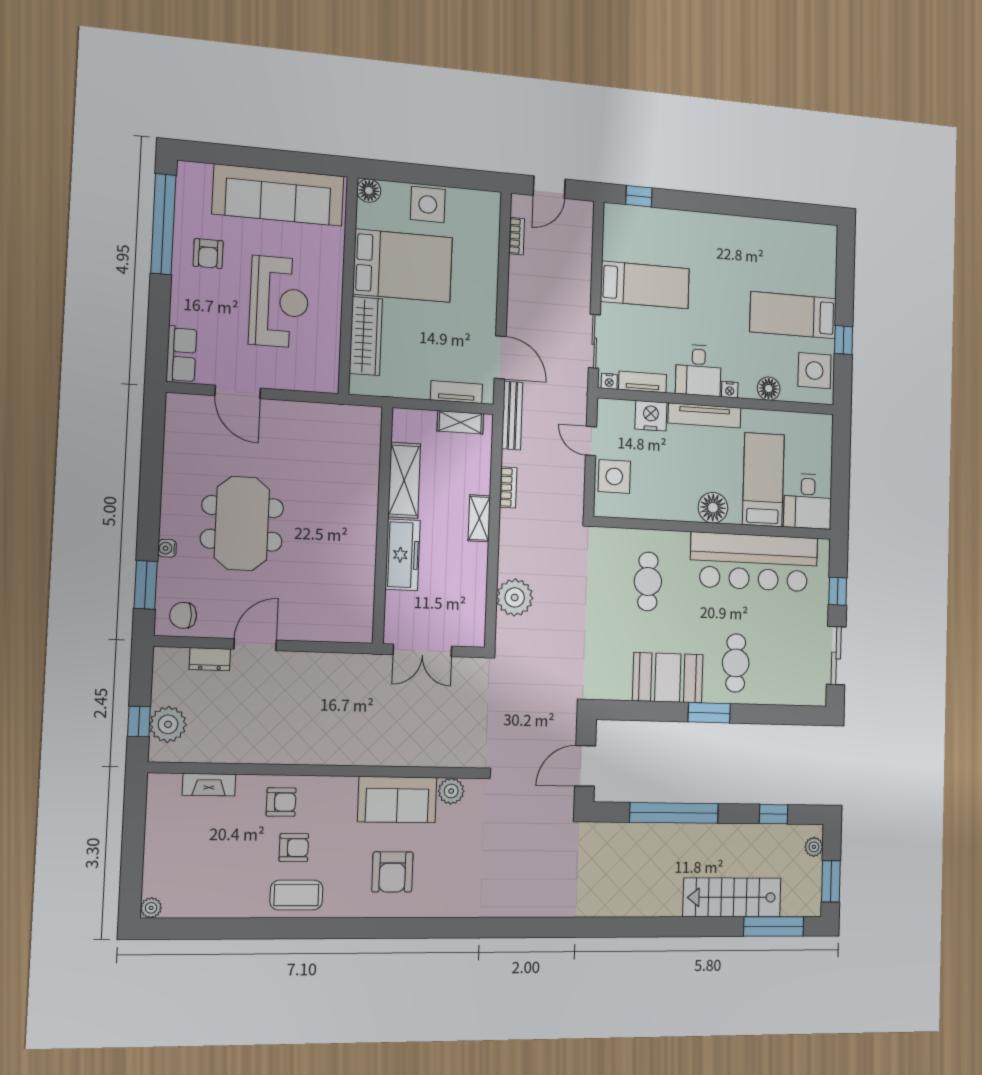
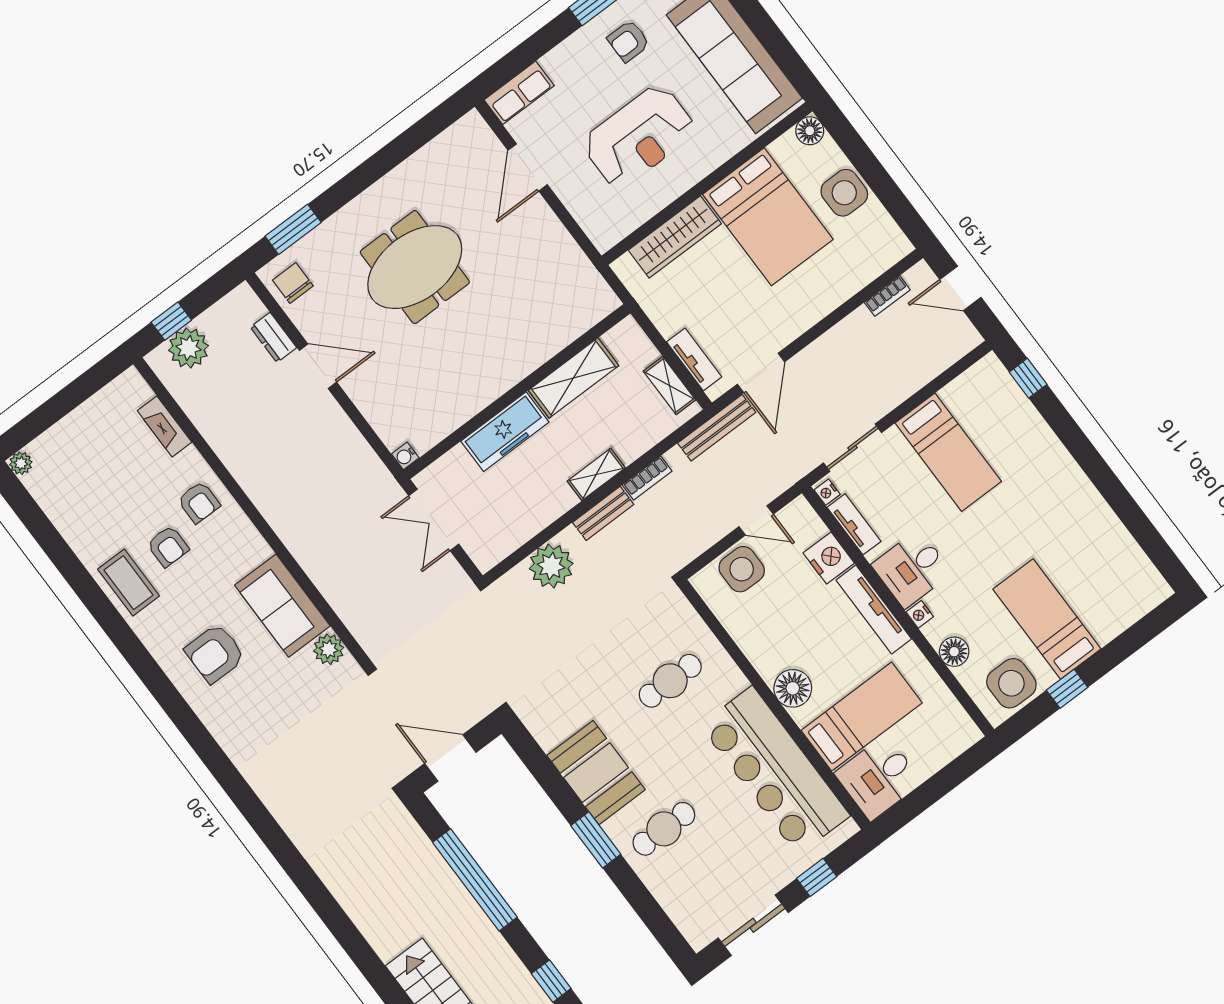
door: (591, 441) -> (756, 520), swing flipped
bench: (508, 535) -> (603, 513), added
water cooler: (167, 548) -> (405, 456), moved, turned -90

